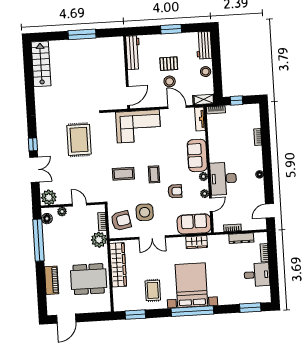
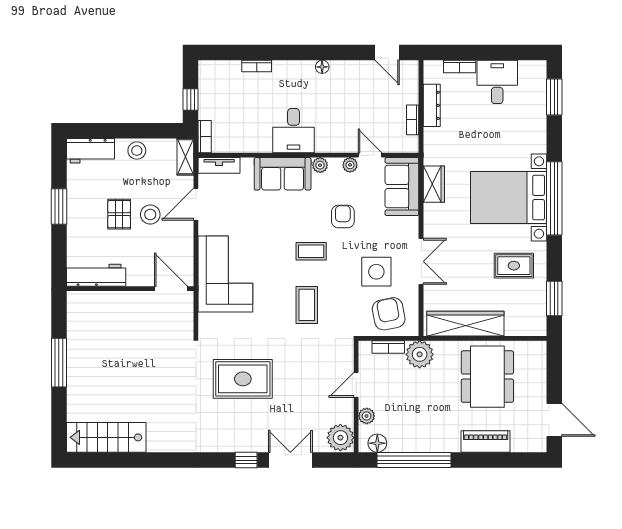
desk: (223, 179) -> (293, 131), moved, width x0.73

